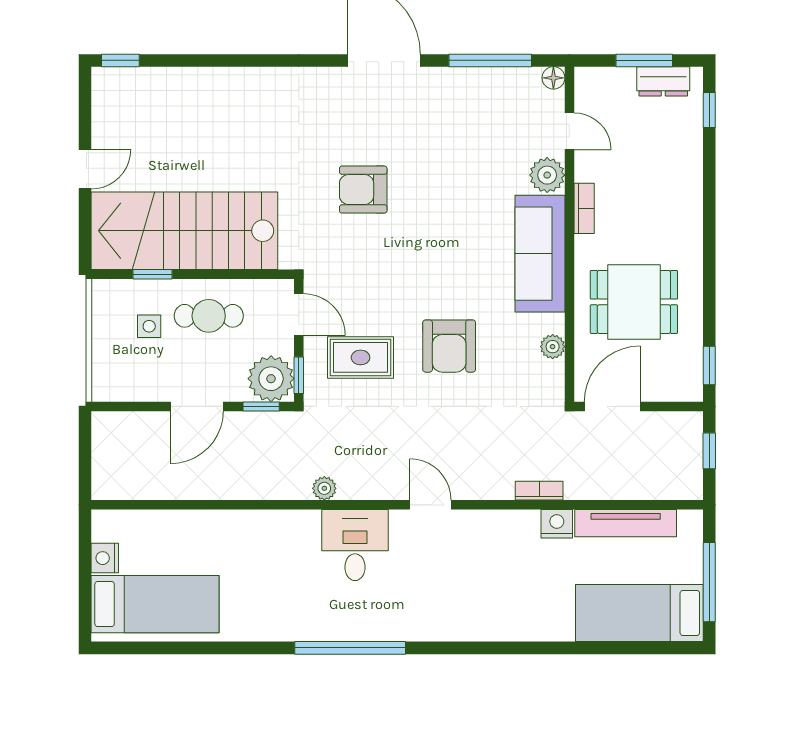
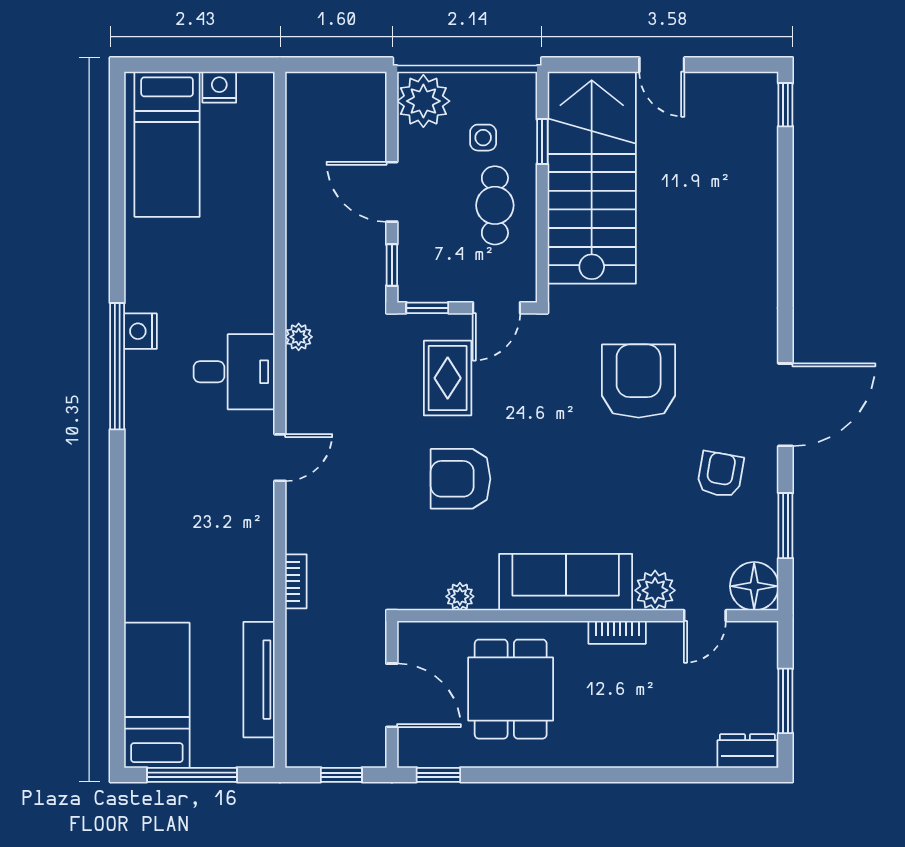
window: (490, 60) -> (785, 526), width x0.69
floor lamp: (553, 78) -> (754, 586), width x1.89, depth x1.89
dresser: (663, 81) -> (747, 751), moved, turned 90
window: (709, 110) -> (729, 775), removed
armchair: (445, 118) -> (720, 474), added
armchair: (363, 190) -> (639, 381), width x1.36, depth x1.36
plant: (271, 379) -> (423, 101), moved
door: (612, 406) -> (392, 695), moved
nightstand: (557, 524) -> (141, 331), moved, turned 180

